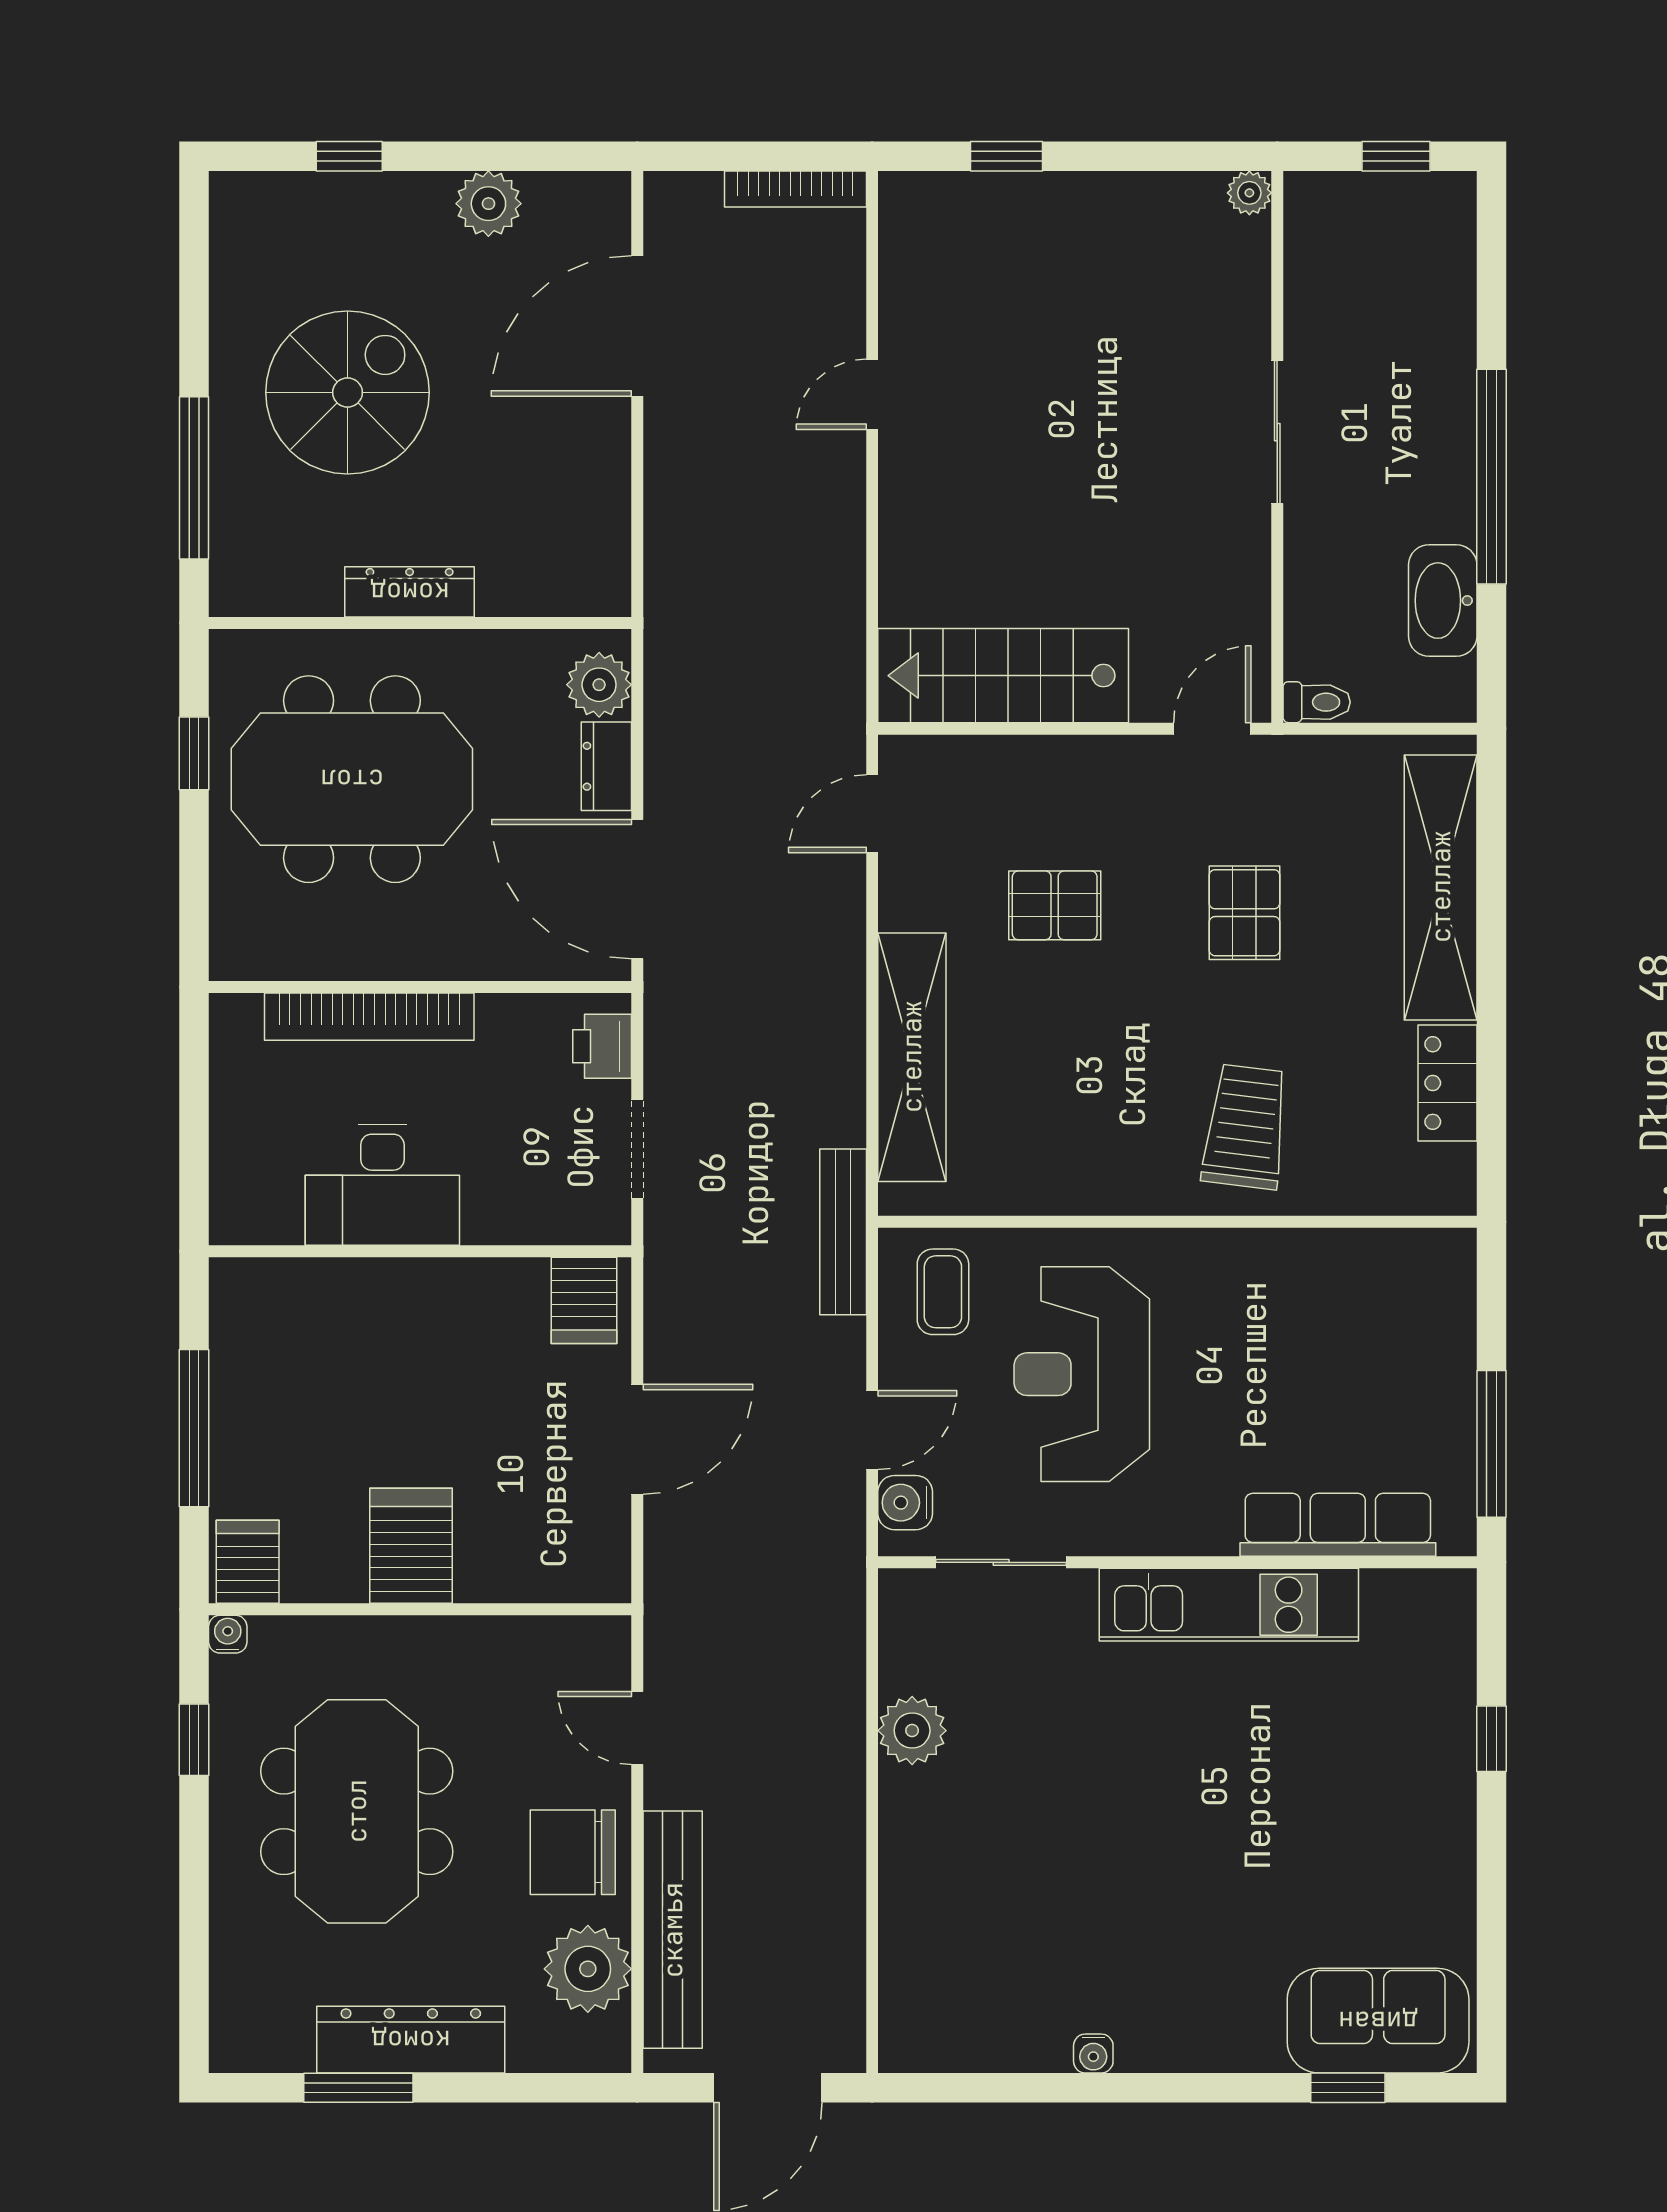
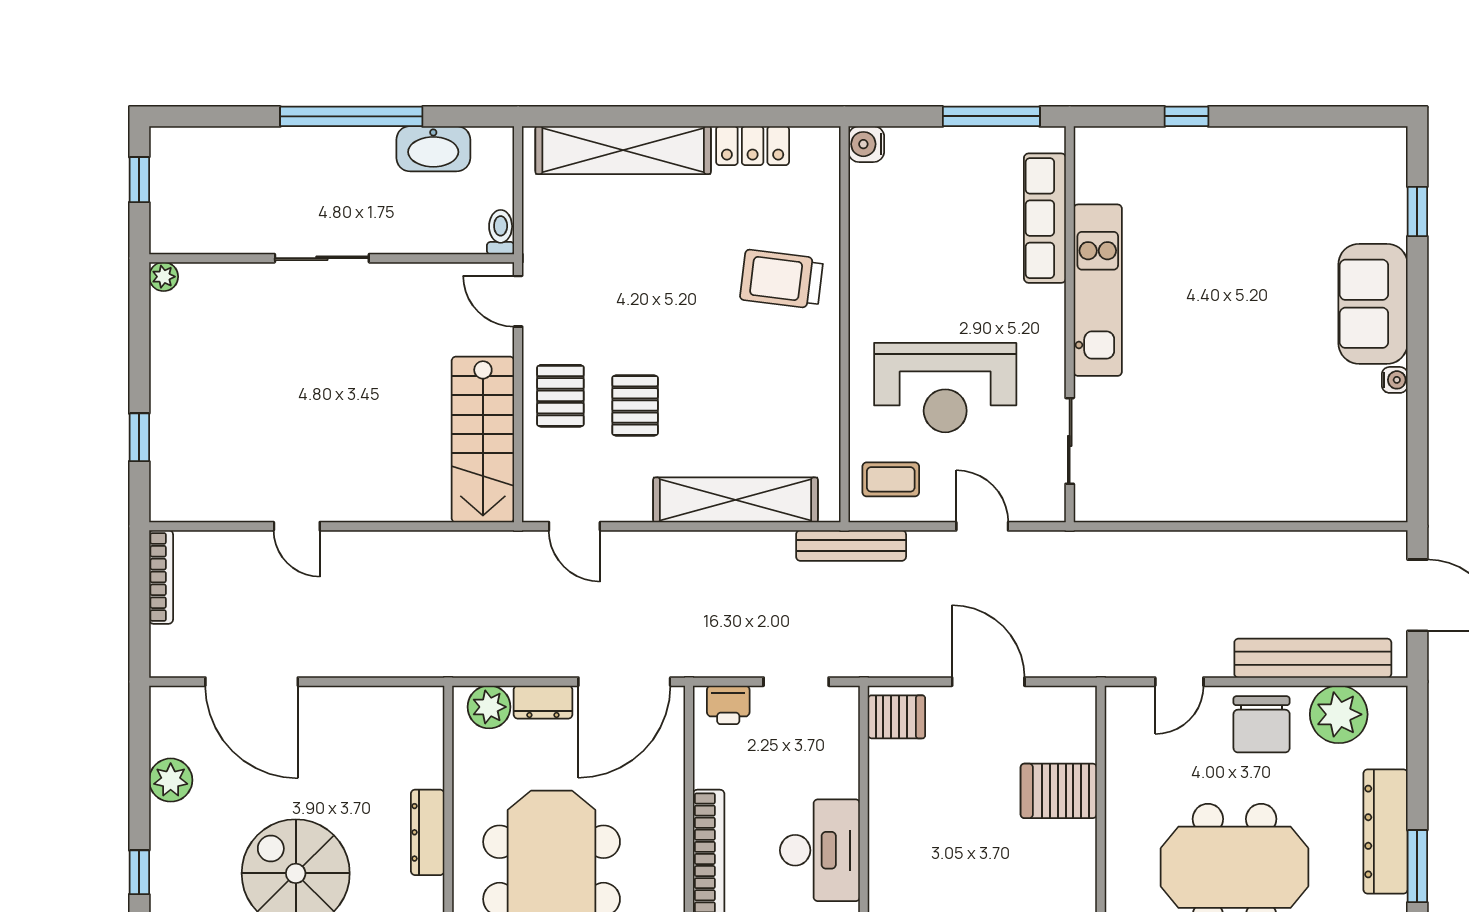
pallet: (1244, 913) -> (560, 396), moved, turned 90
water cooler: (905, 1503) -> (866, 144), moved, turned 90
server rack: (411, 1546) -> (1059, 791), moved
plant: (912, 1731) -> (1181, 500), removed
sofa: (1378, 2021) -> (1373, 304), moved

